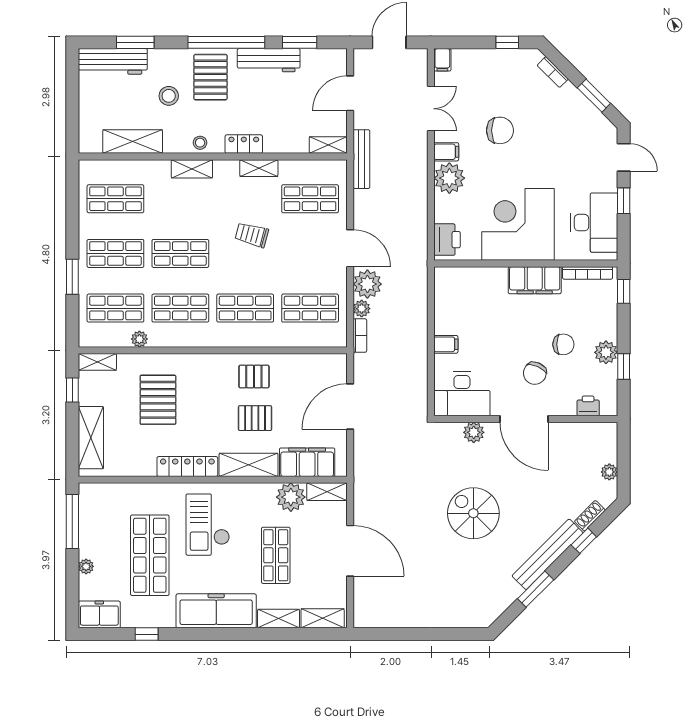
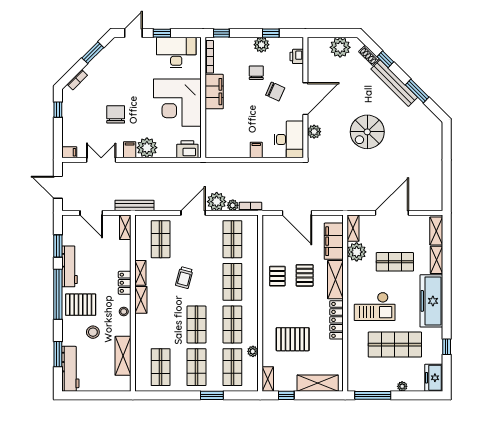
shelving: (192, 169) -> (141, 300), moved
plant: (609, 472) -> (340, 47), width x1.88, depth x1.88

